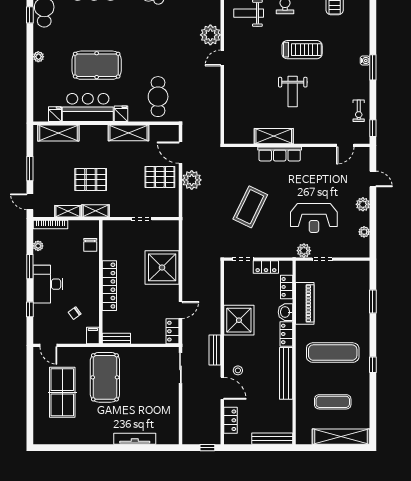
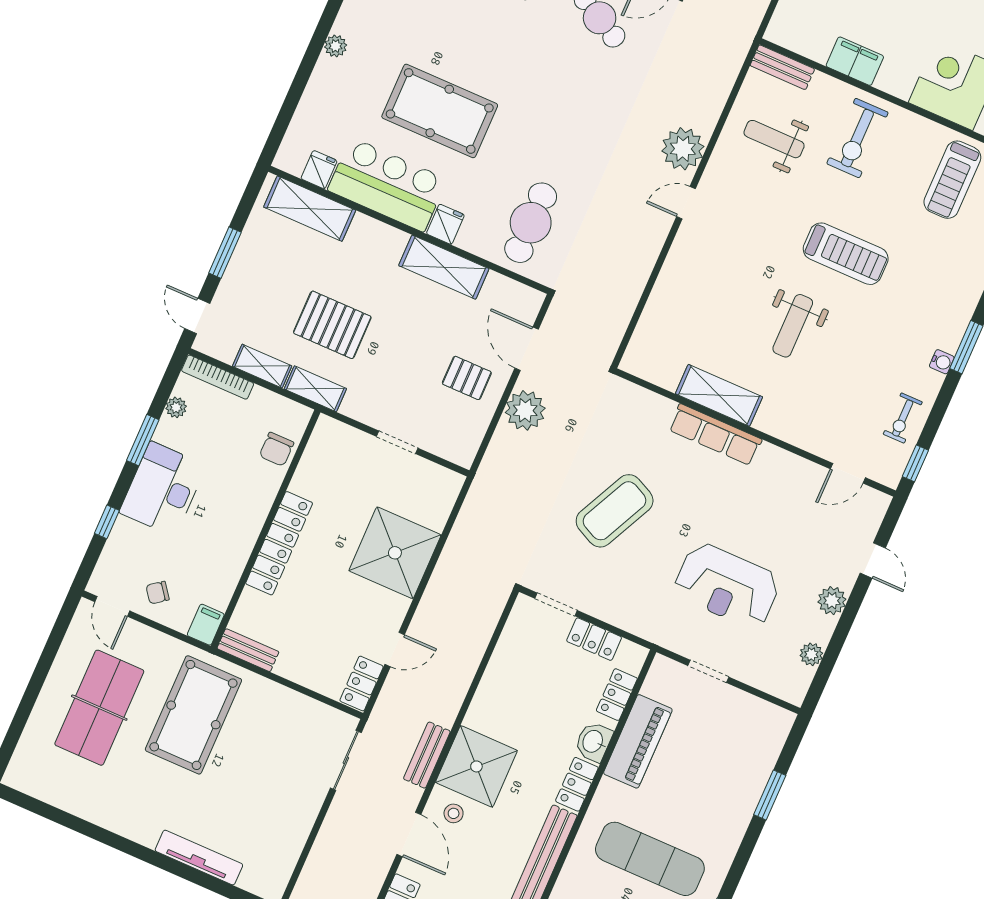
water cooler: (365, 61) -> (942, 362), moved
pallet: (160, 177) -> (467, 378), width x0.67, depth x0.71
plant: (304, 251) -> (680, 639), removed
chair: (75, 313) -> (158, 593), moved
shower: (239, 320) -> (476, 766), moved

